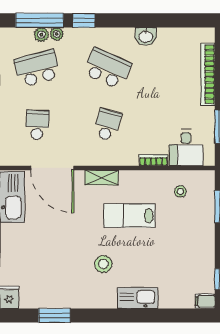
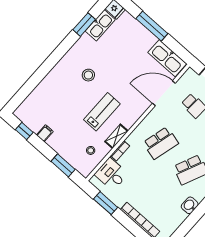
school desk: (107, 125) -> (161, 143), width x1.85
shelving: (102, 178) -> (116, 136), moved
kitchen sink: (138, 298) -> (100, 25), moved
filing cabinet: (205, 301) -> (45, 133), moved

